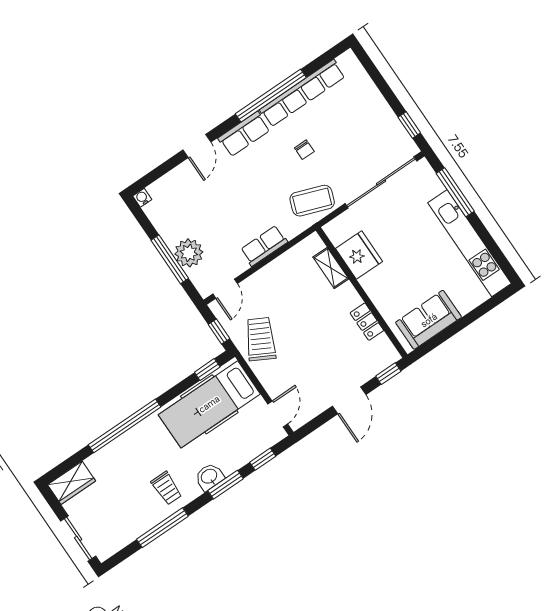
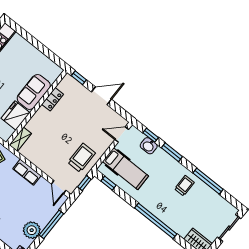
plant: (189, 253) -> (32, 230), moved
shelving: (331, 268) -> (20, 139), moved
door: (225, 289) -> (59, 187), swing flipped
sofa: (429, 320) -> (34, 92), moved, turned 90
trolley: (261, 339) -> (82, 158), turned 152
hospital bed: (209, 404) -> (126, 169), width x0.73, depth x0.78
washbasin: (209, 477) -> (149, 146), moved

